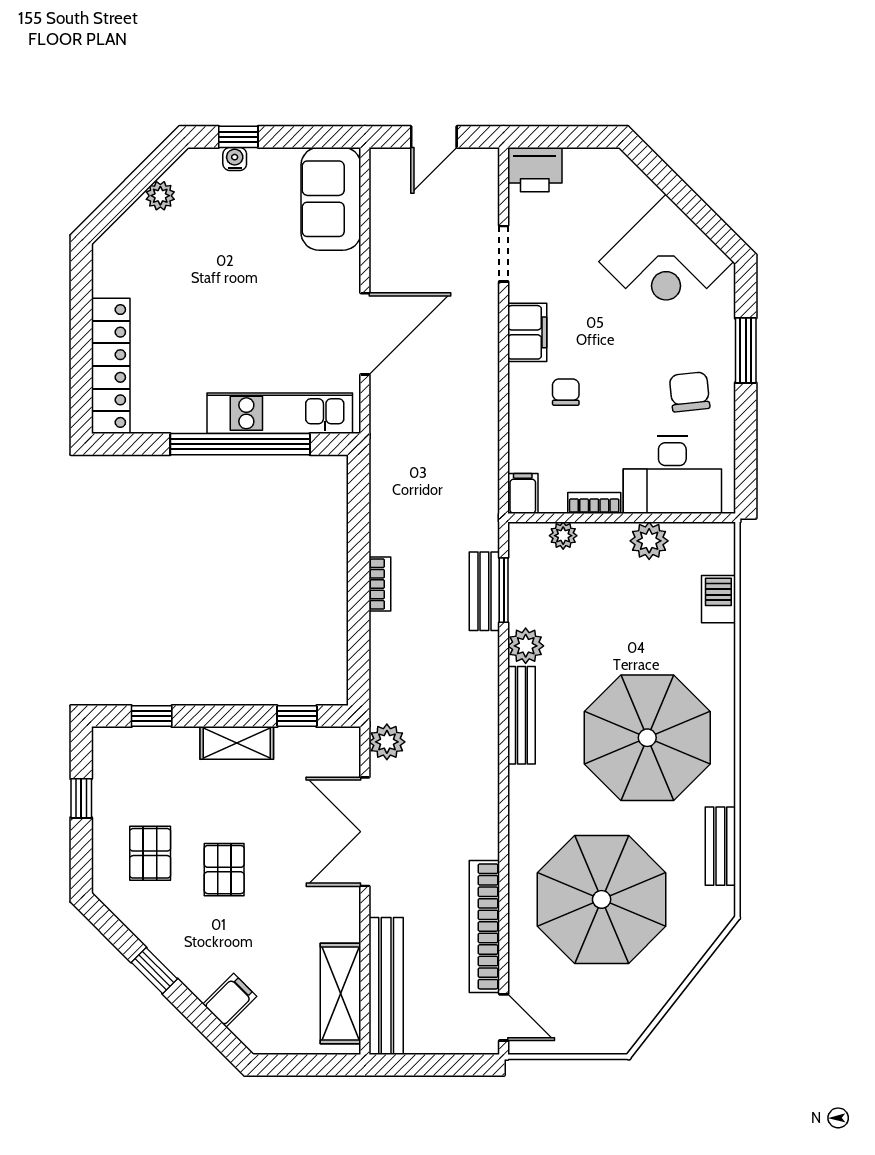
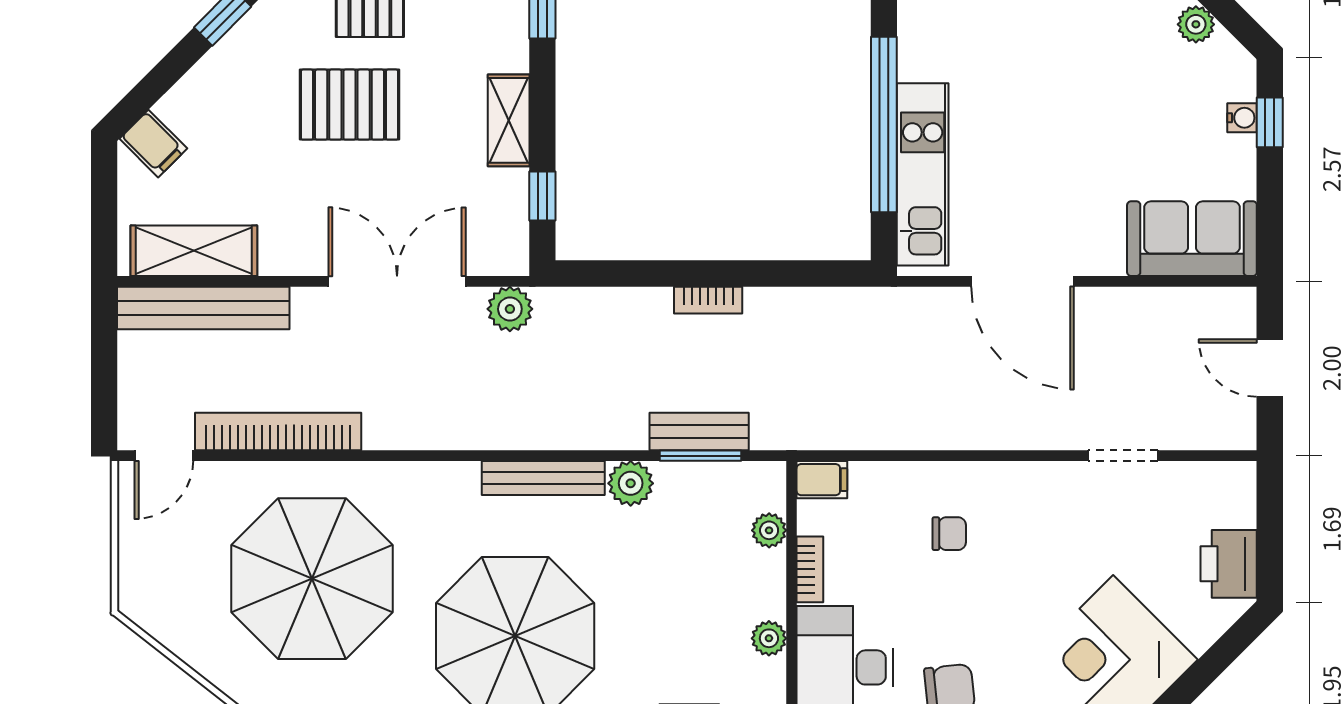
printer: (535, 170) -> (1229, 564), moved
filing cabinet: (527, 332) -> (1024, 485), removed
plant: (649, 541) -> (769, 638), width x0.73, depth x0.73
pallet: (224, 870) -> (350, 105), width x1.50, depth x1.42
filing cabinet: (230, 1000) -> (153, 144), moved

